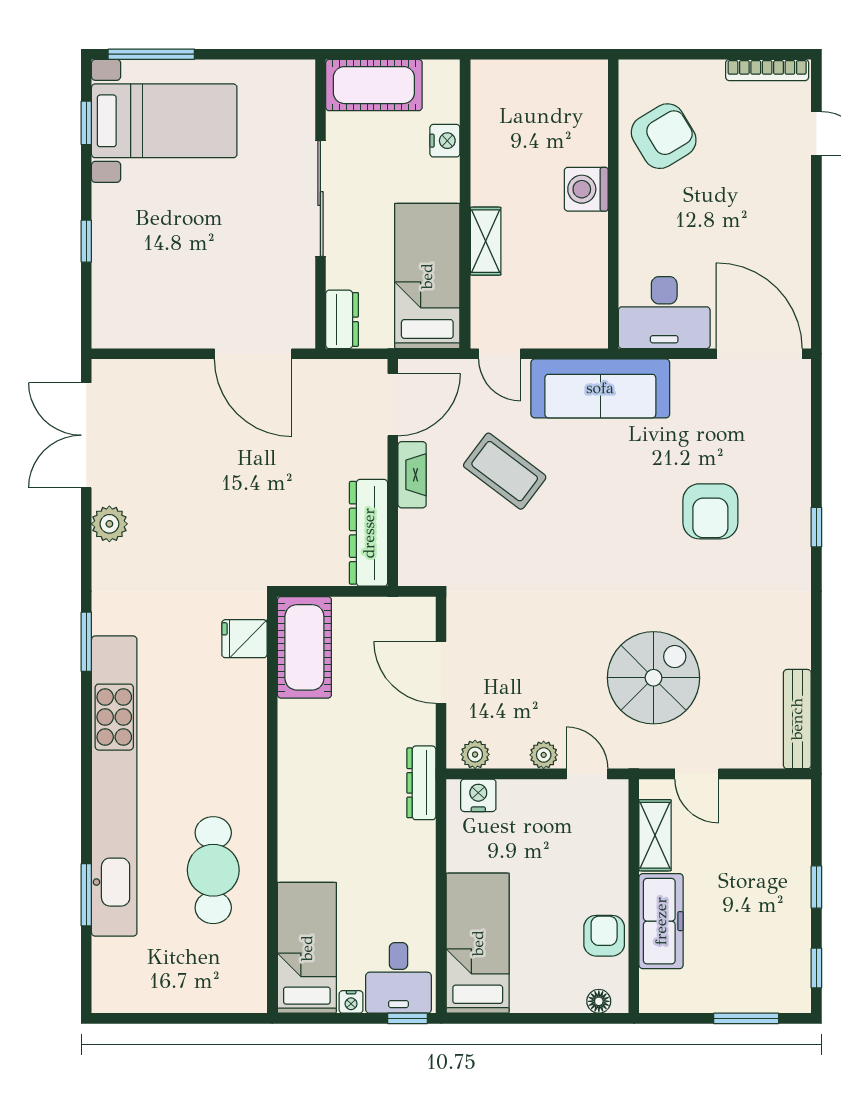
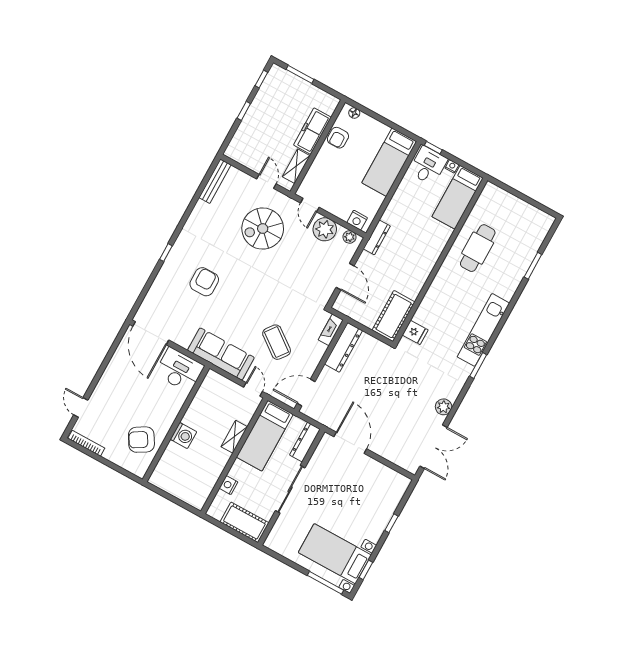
dresser: (342, 319) -> (305, 442), width x1.44
fireplace: (412, 475) -> (331, 330), moved
plant: (544, 755) -> (325, 229), width x1.88, depth x1.88
kitchen unit: (114, 786) -> (483, 330), width x0.54

